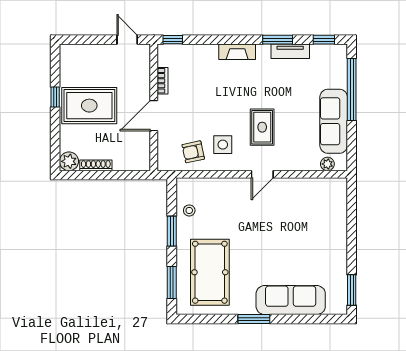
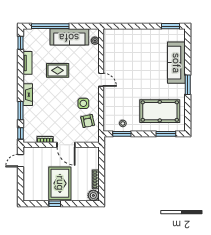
window: (278, 40) -> (20, 111), moved
rug: (262, 127) -> (58, 70), moved
window: (172, 231) -> (122, 134), moved

